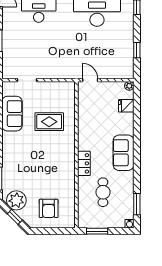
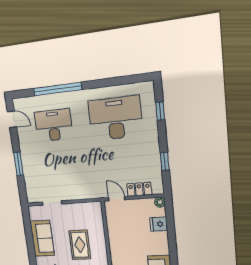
locker: (112, 73) -> (139, 189), added
rug: (49, 122) -> (80, 245), turned 90

